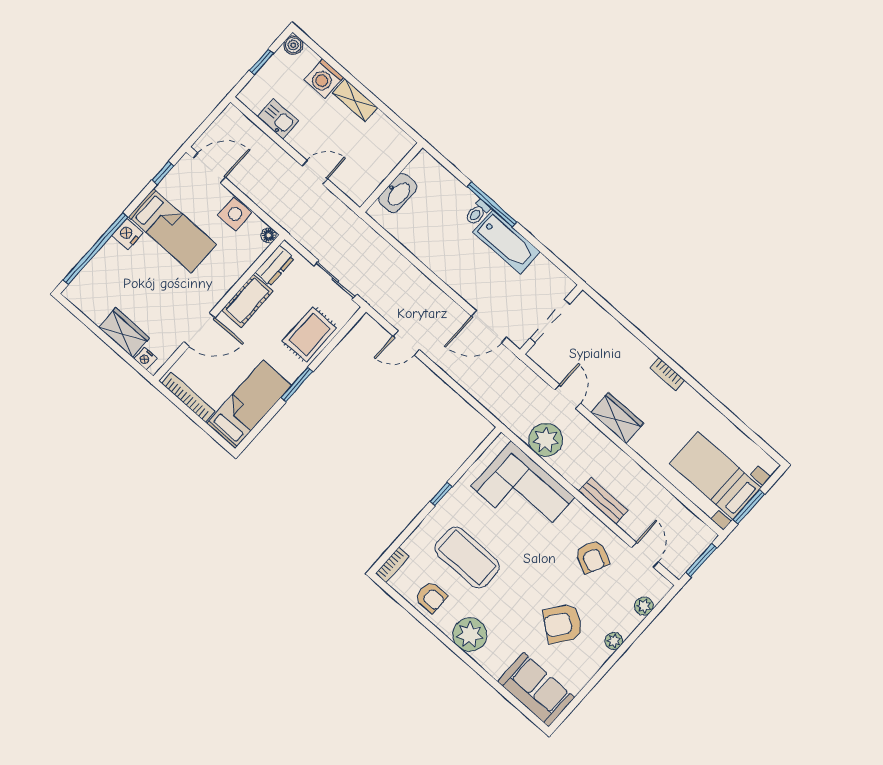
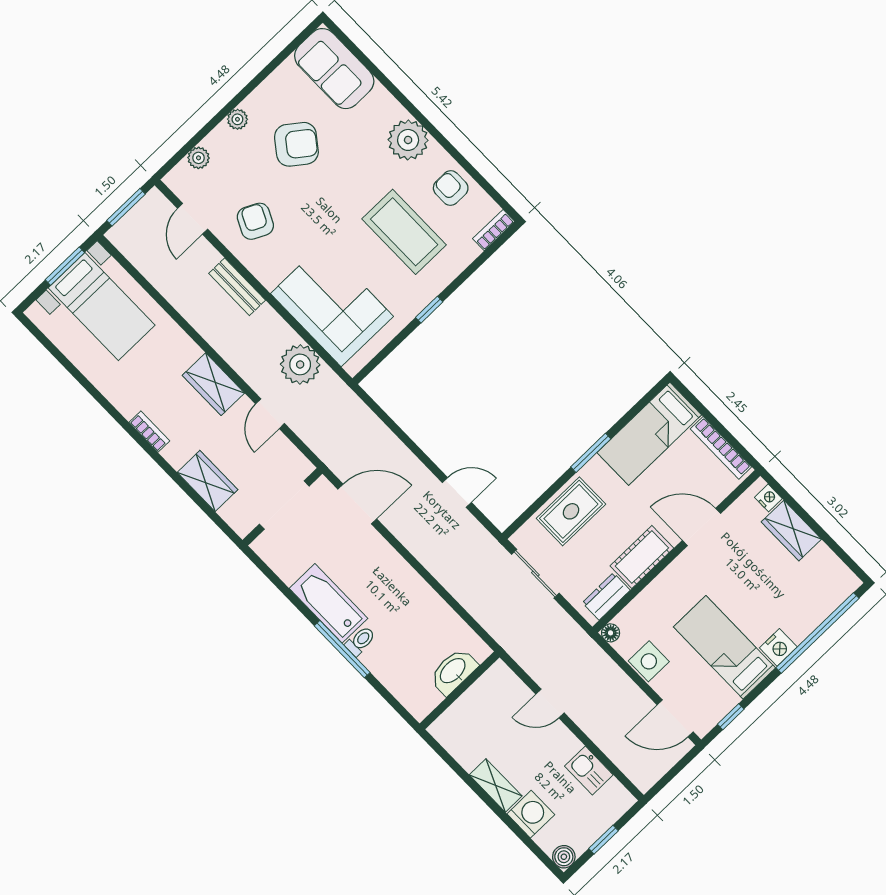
wardrobe: (616, 336) -> (207, 481), added

